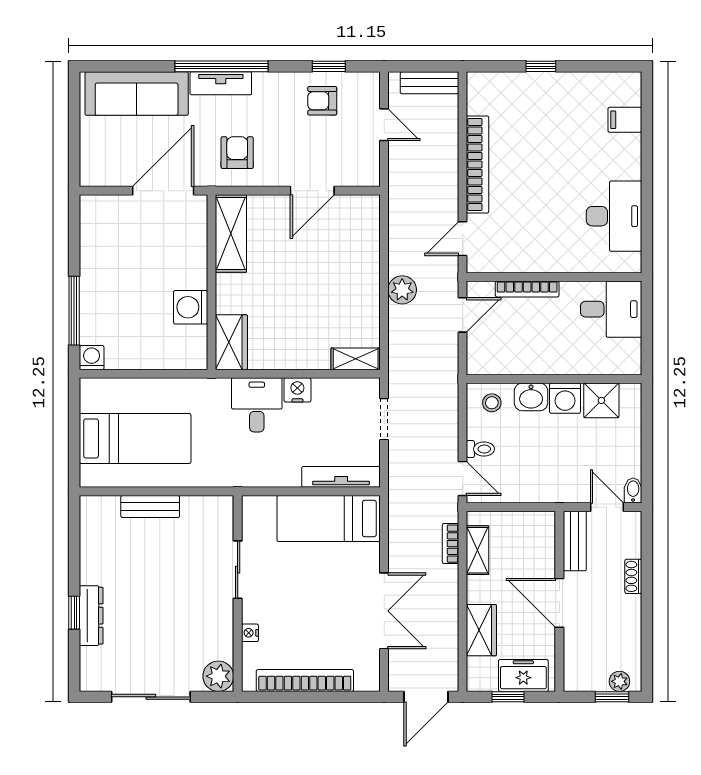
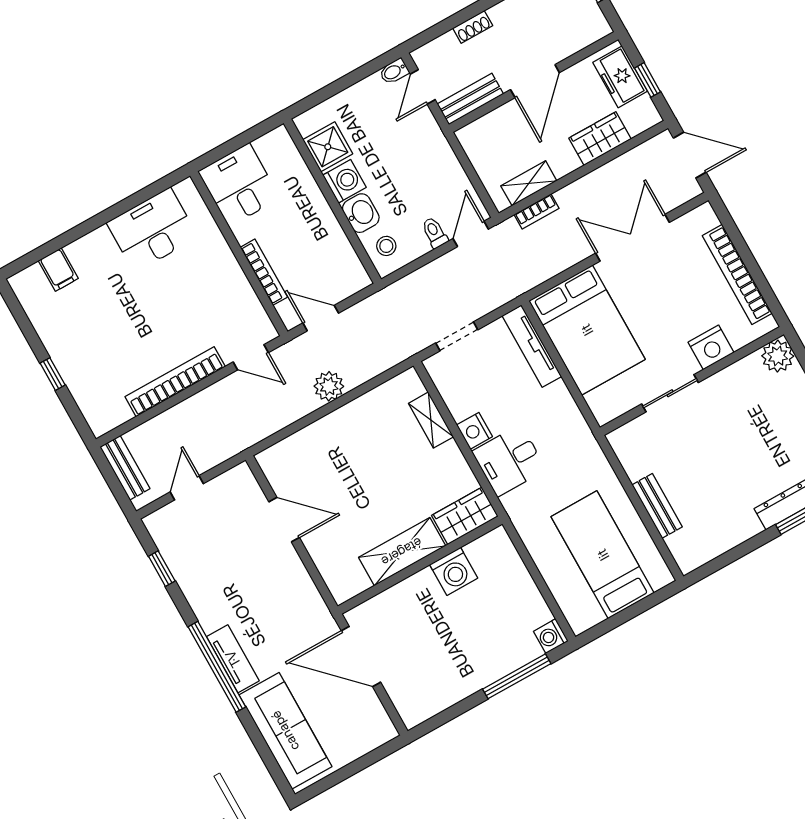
armchair: (322, 101) -> (197, 557), removed
armchair: (237, 153) -> (288, 608), removed
shelving: (231, 233) -> (402, 552), moved
shelving: (356, 359) -> (431, 420), moved
bed: (329, 519) -> (587, 330), width x1.50
nightstand: (250, 633) -> (711, 347), width x1.89, depth x1.79

